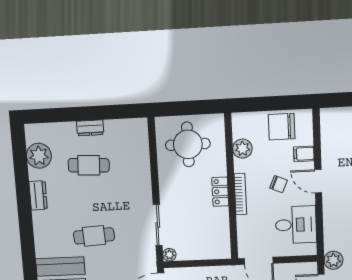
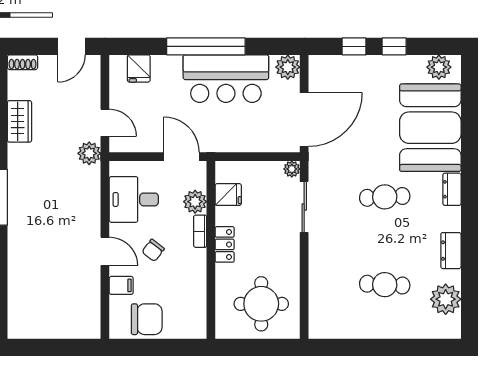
dresser: (90, 128) -> (452, 189), moved, turned -90
plant: (242, 149) -> (195, 202), moved
chair: (278, 184) -> (153, 250), turned -76
bookcase: (240, 194) -> (200, 231), width x0.64
fridge: (219, 232) -> (228, 195), added

